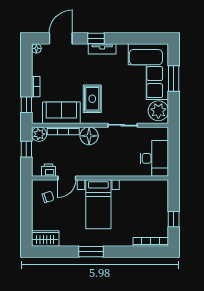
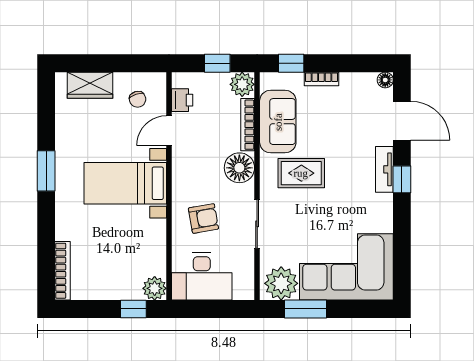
tv unit: (102, 49) -> (384, 169), moved
window: (174, 78) -> (305, 309), moved
armchair: (119, 157) -> (203, 218), added
door: (67, 178) -> (169, 131), hinge flipped
plant: (161, 187) -> (155, 288), added
window: (174, 219) -> (133, 309), moved
wardrobe: (45, 239) -> (90, 85), moved, turned 90

